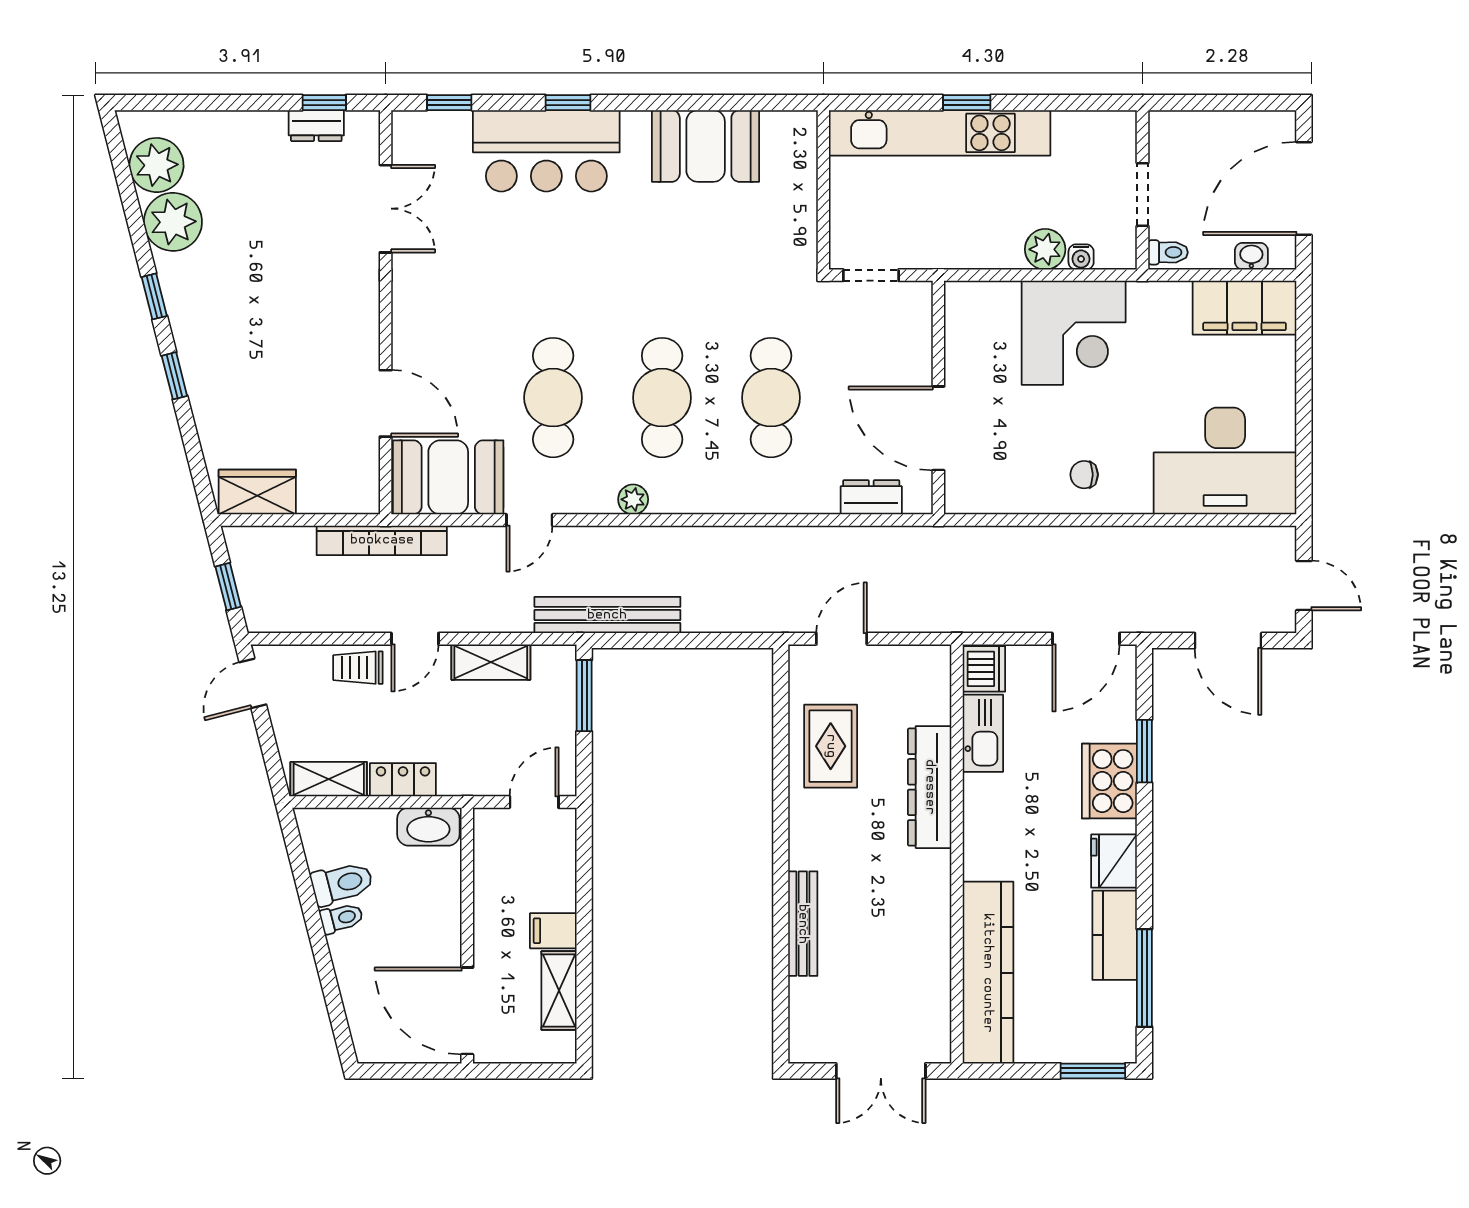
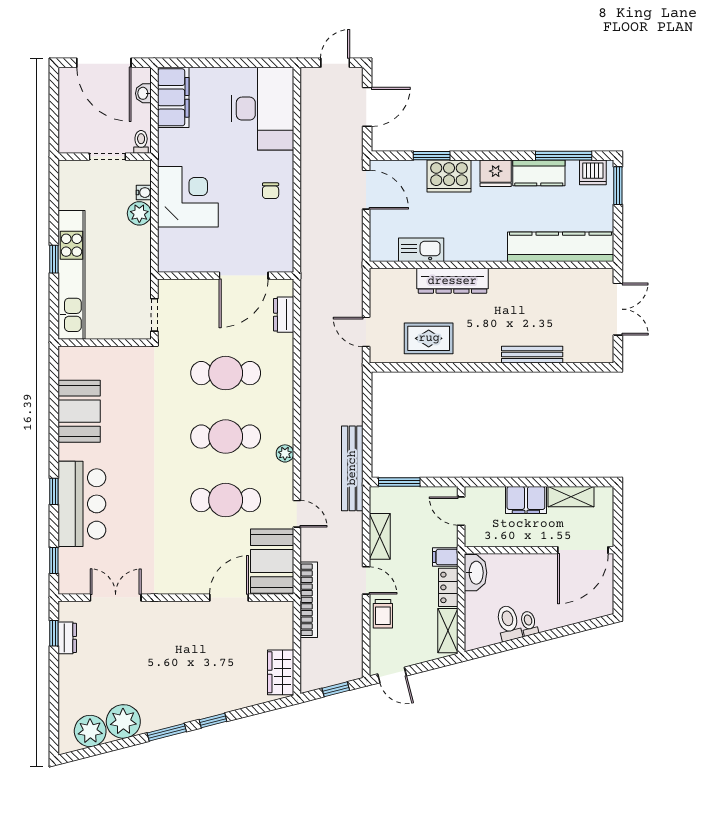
window: (154, 296) -> (167, 732), width x1.50
dishwasher: (984, 669) -> (593, 172), moved, turned 180
filing cabinet: (455, 775) -> (445, 557), added
filing cabinet: (553, 931) -> (526, 500), width x2.00

